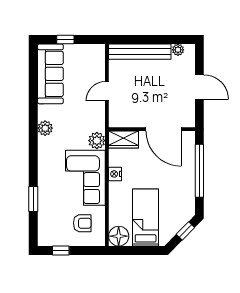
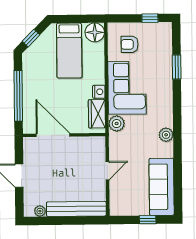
wardrobe: (124, 139) -> (97, 114), moved, turned -90

